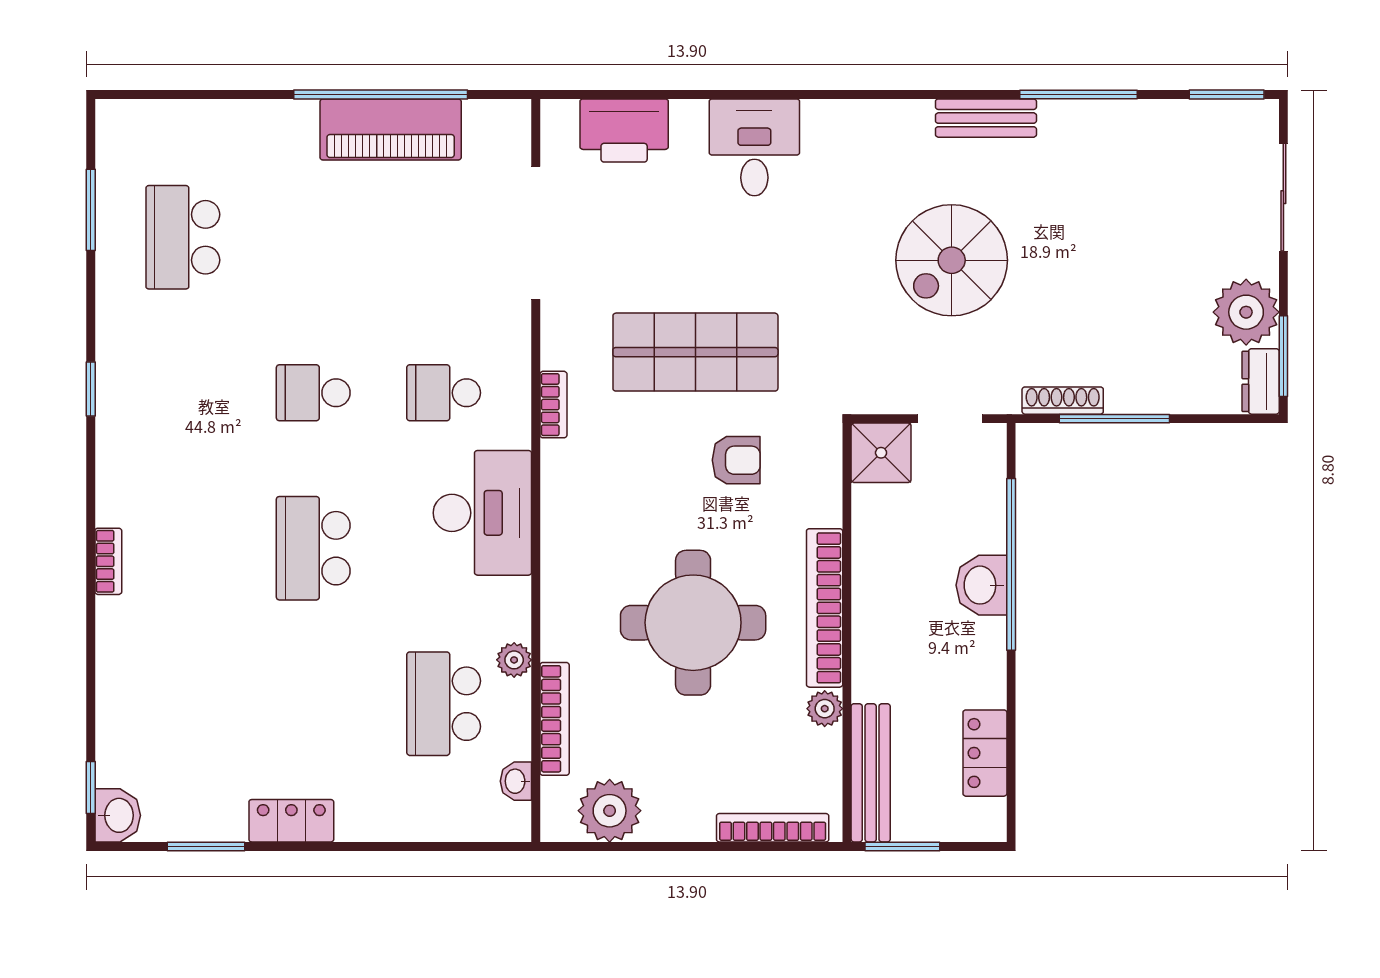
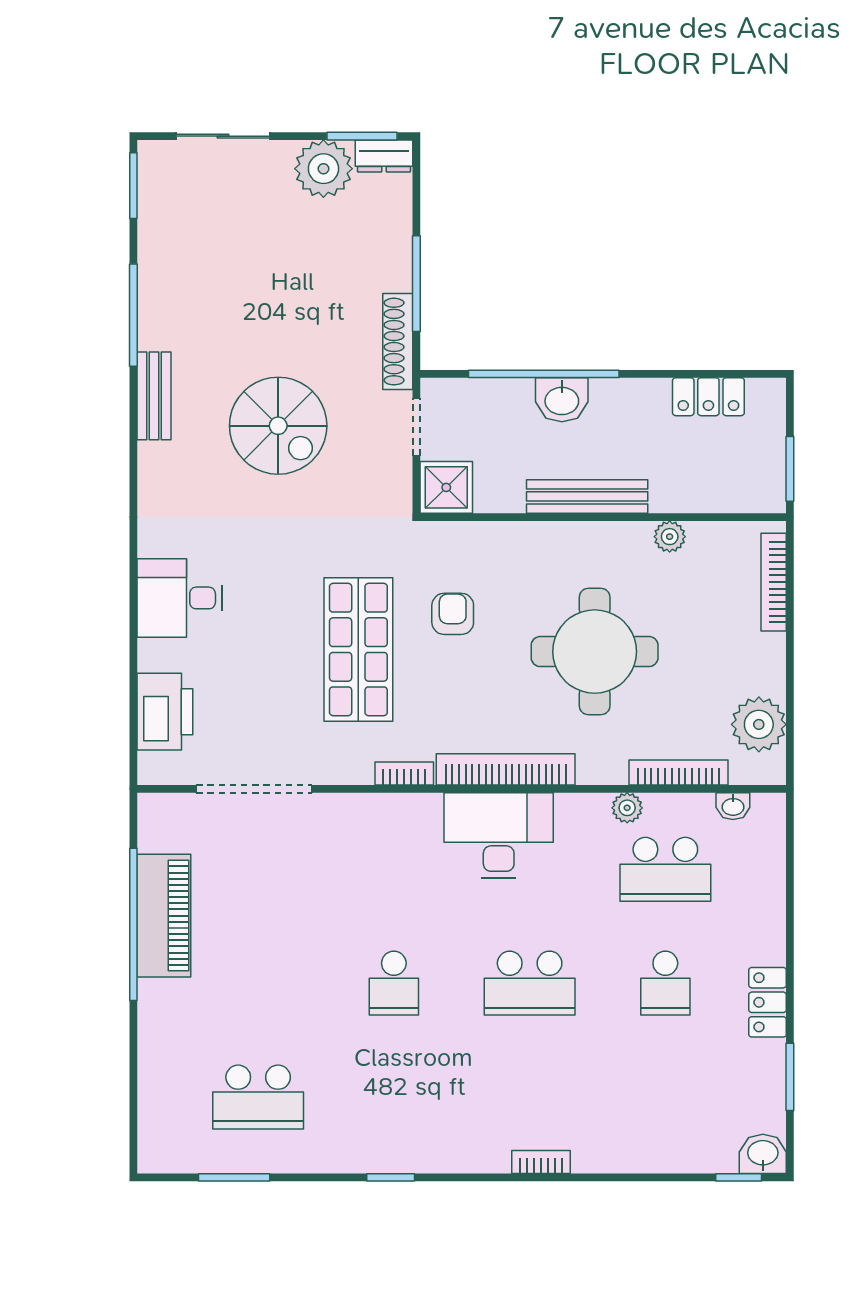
school desk: (444, 393) -> (665, 983), moved
shoe rack: (1063, 401) -> (398, 342), width x1.36, depth x1.24
bookcase: (825, 608) -> (506, 769), moved, turned 180
bench: (871, 773) -> (587, 496), moved

